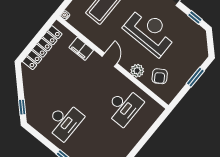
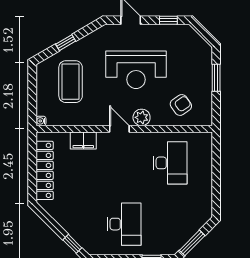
reception desk: (150, 32) -> (136, 70), turned 180
plant: (137, 71) -> (142, 117), moved
armchair: (160, 76) -> (181, 105), turned -92

